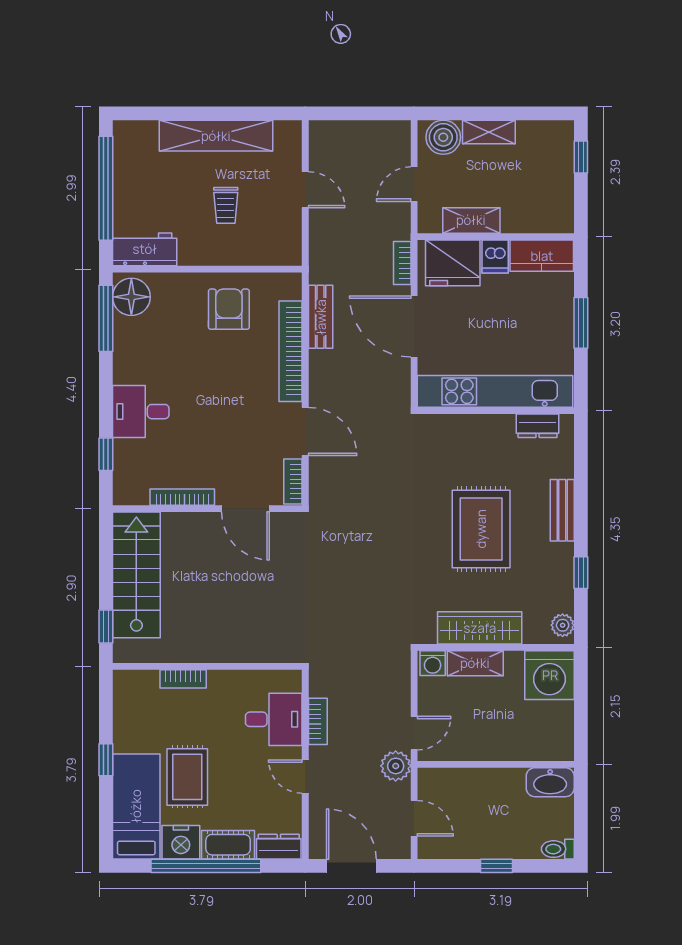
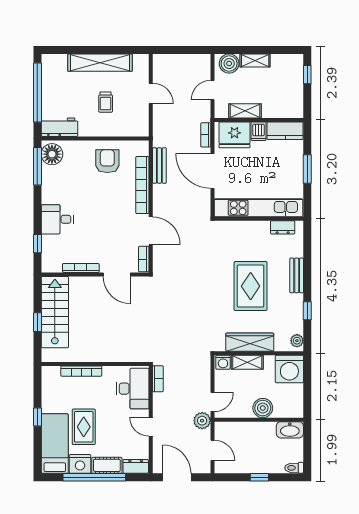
window: (106, 627) -> (37, 322), moved
bookcase: (183, 679) -> (81, 371), width x1.56
desk: (274, 719) -> (133, 389), width x1.37
bookcase: (318, 721) -> (158, 379), moved
boiler: (503, 744) -> (263, 408), added

